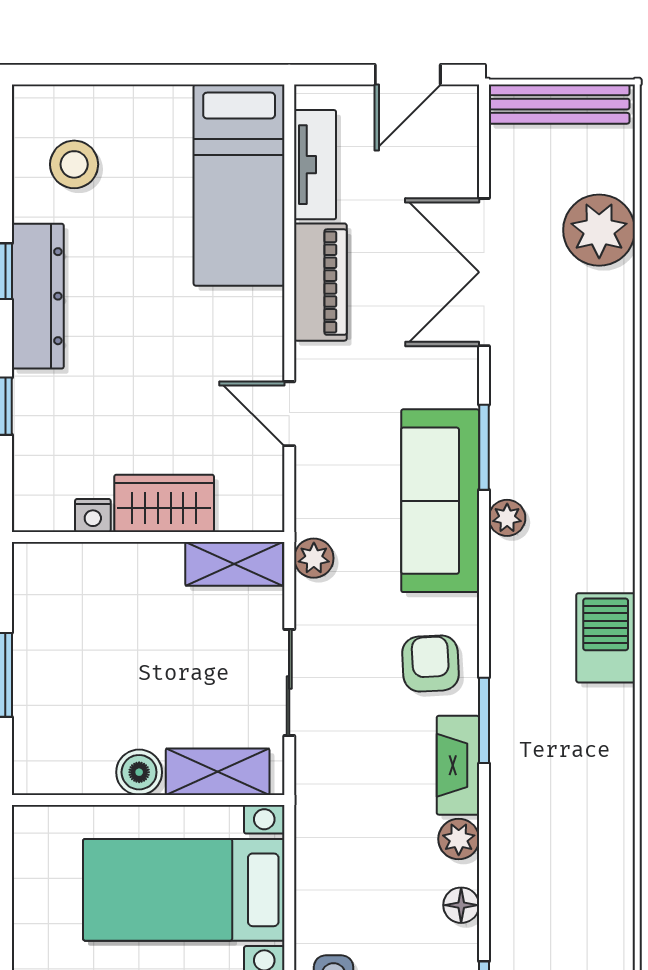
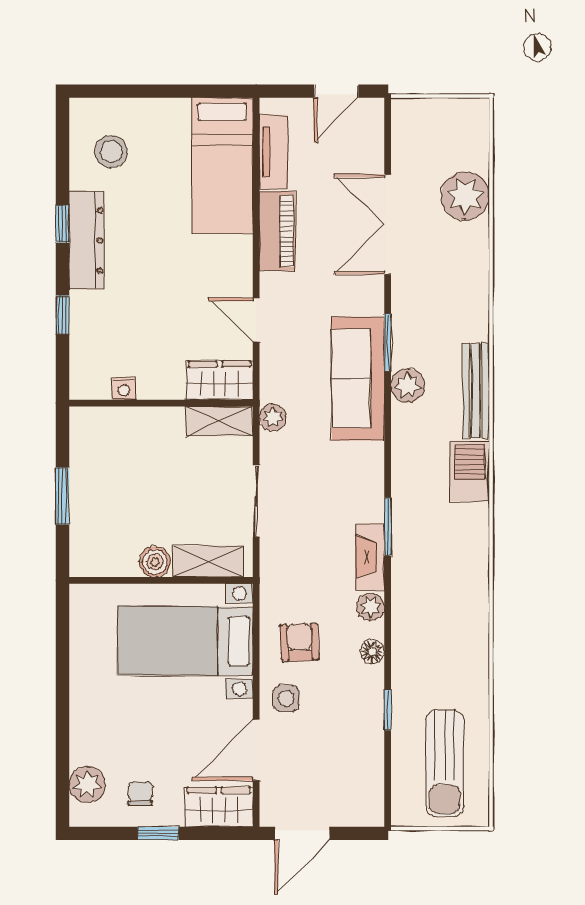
bench: (559, 104) -> (476, 391), moved, turned 90
wardrobe: (164, 503) -> (219, 380), moved
plant: (507, 518) -> (408, 386), width x1.38, depth x1.38
armchair: (431, 663) -> (300, 642), moved

